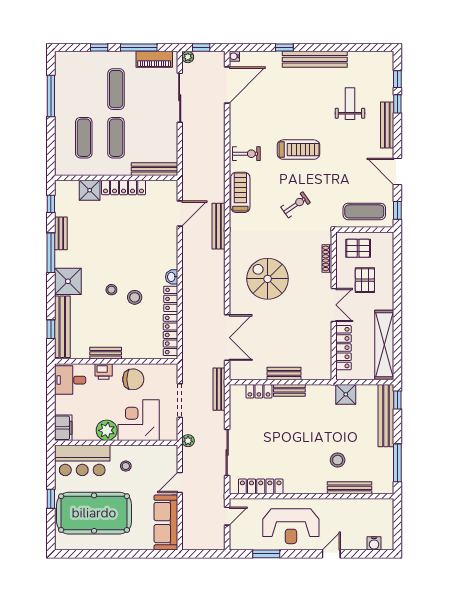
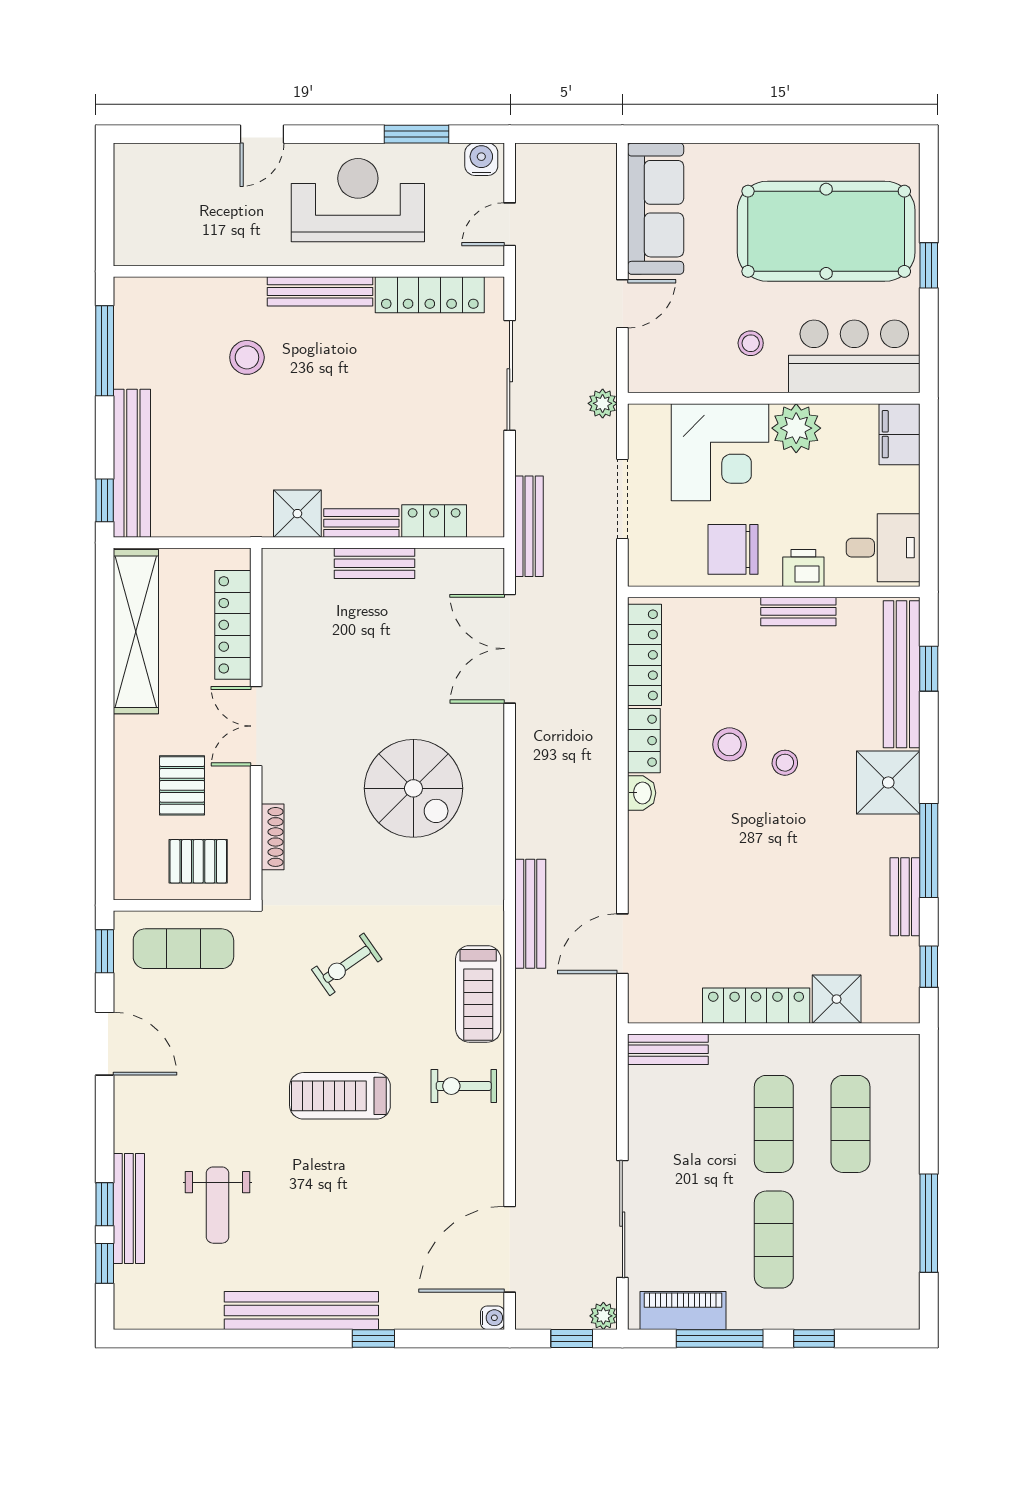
bench: (387, 125) -> (129, 1208), moved
bench: (154, 169) -> (668, 1049), width x0.73
shower: (346, 394) -> (297, 514), moved
bench: (350, 488) -> (320, 291), moved
water cooler: (374, 543) -> (481, 159), moved

